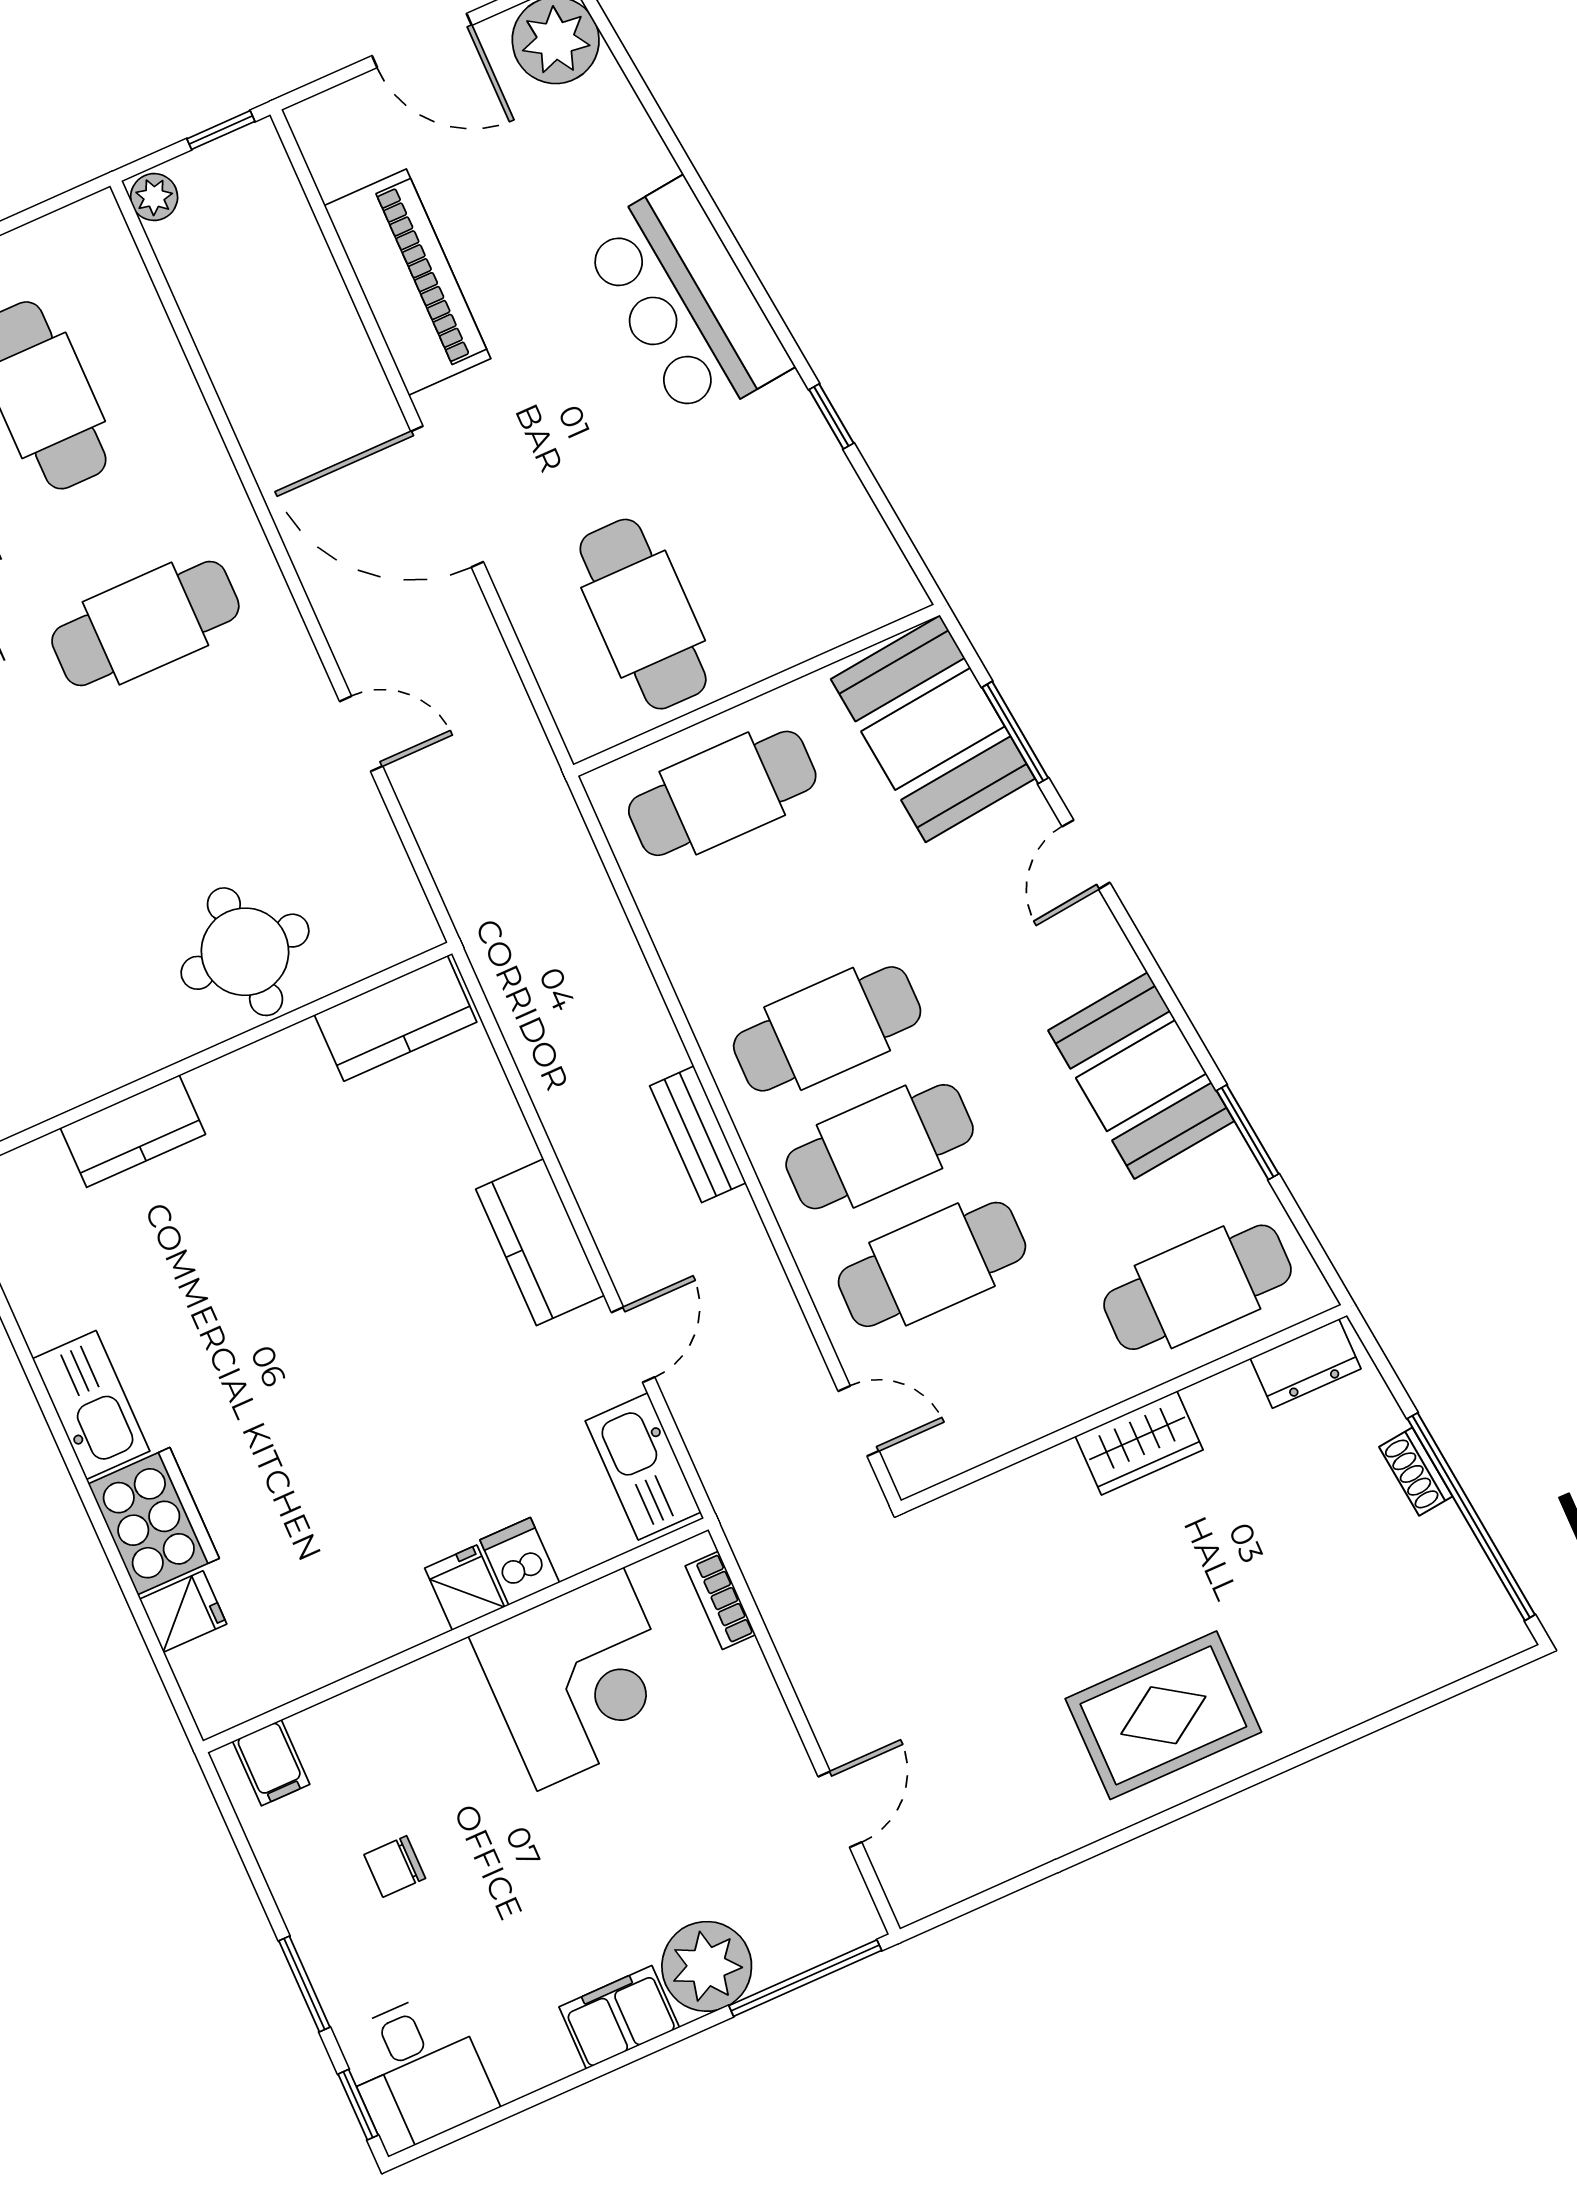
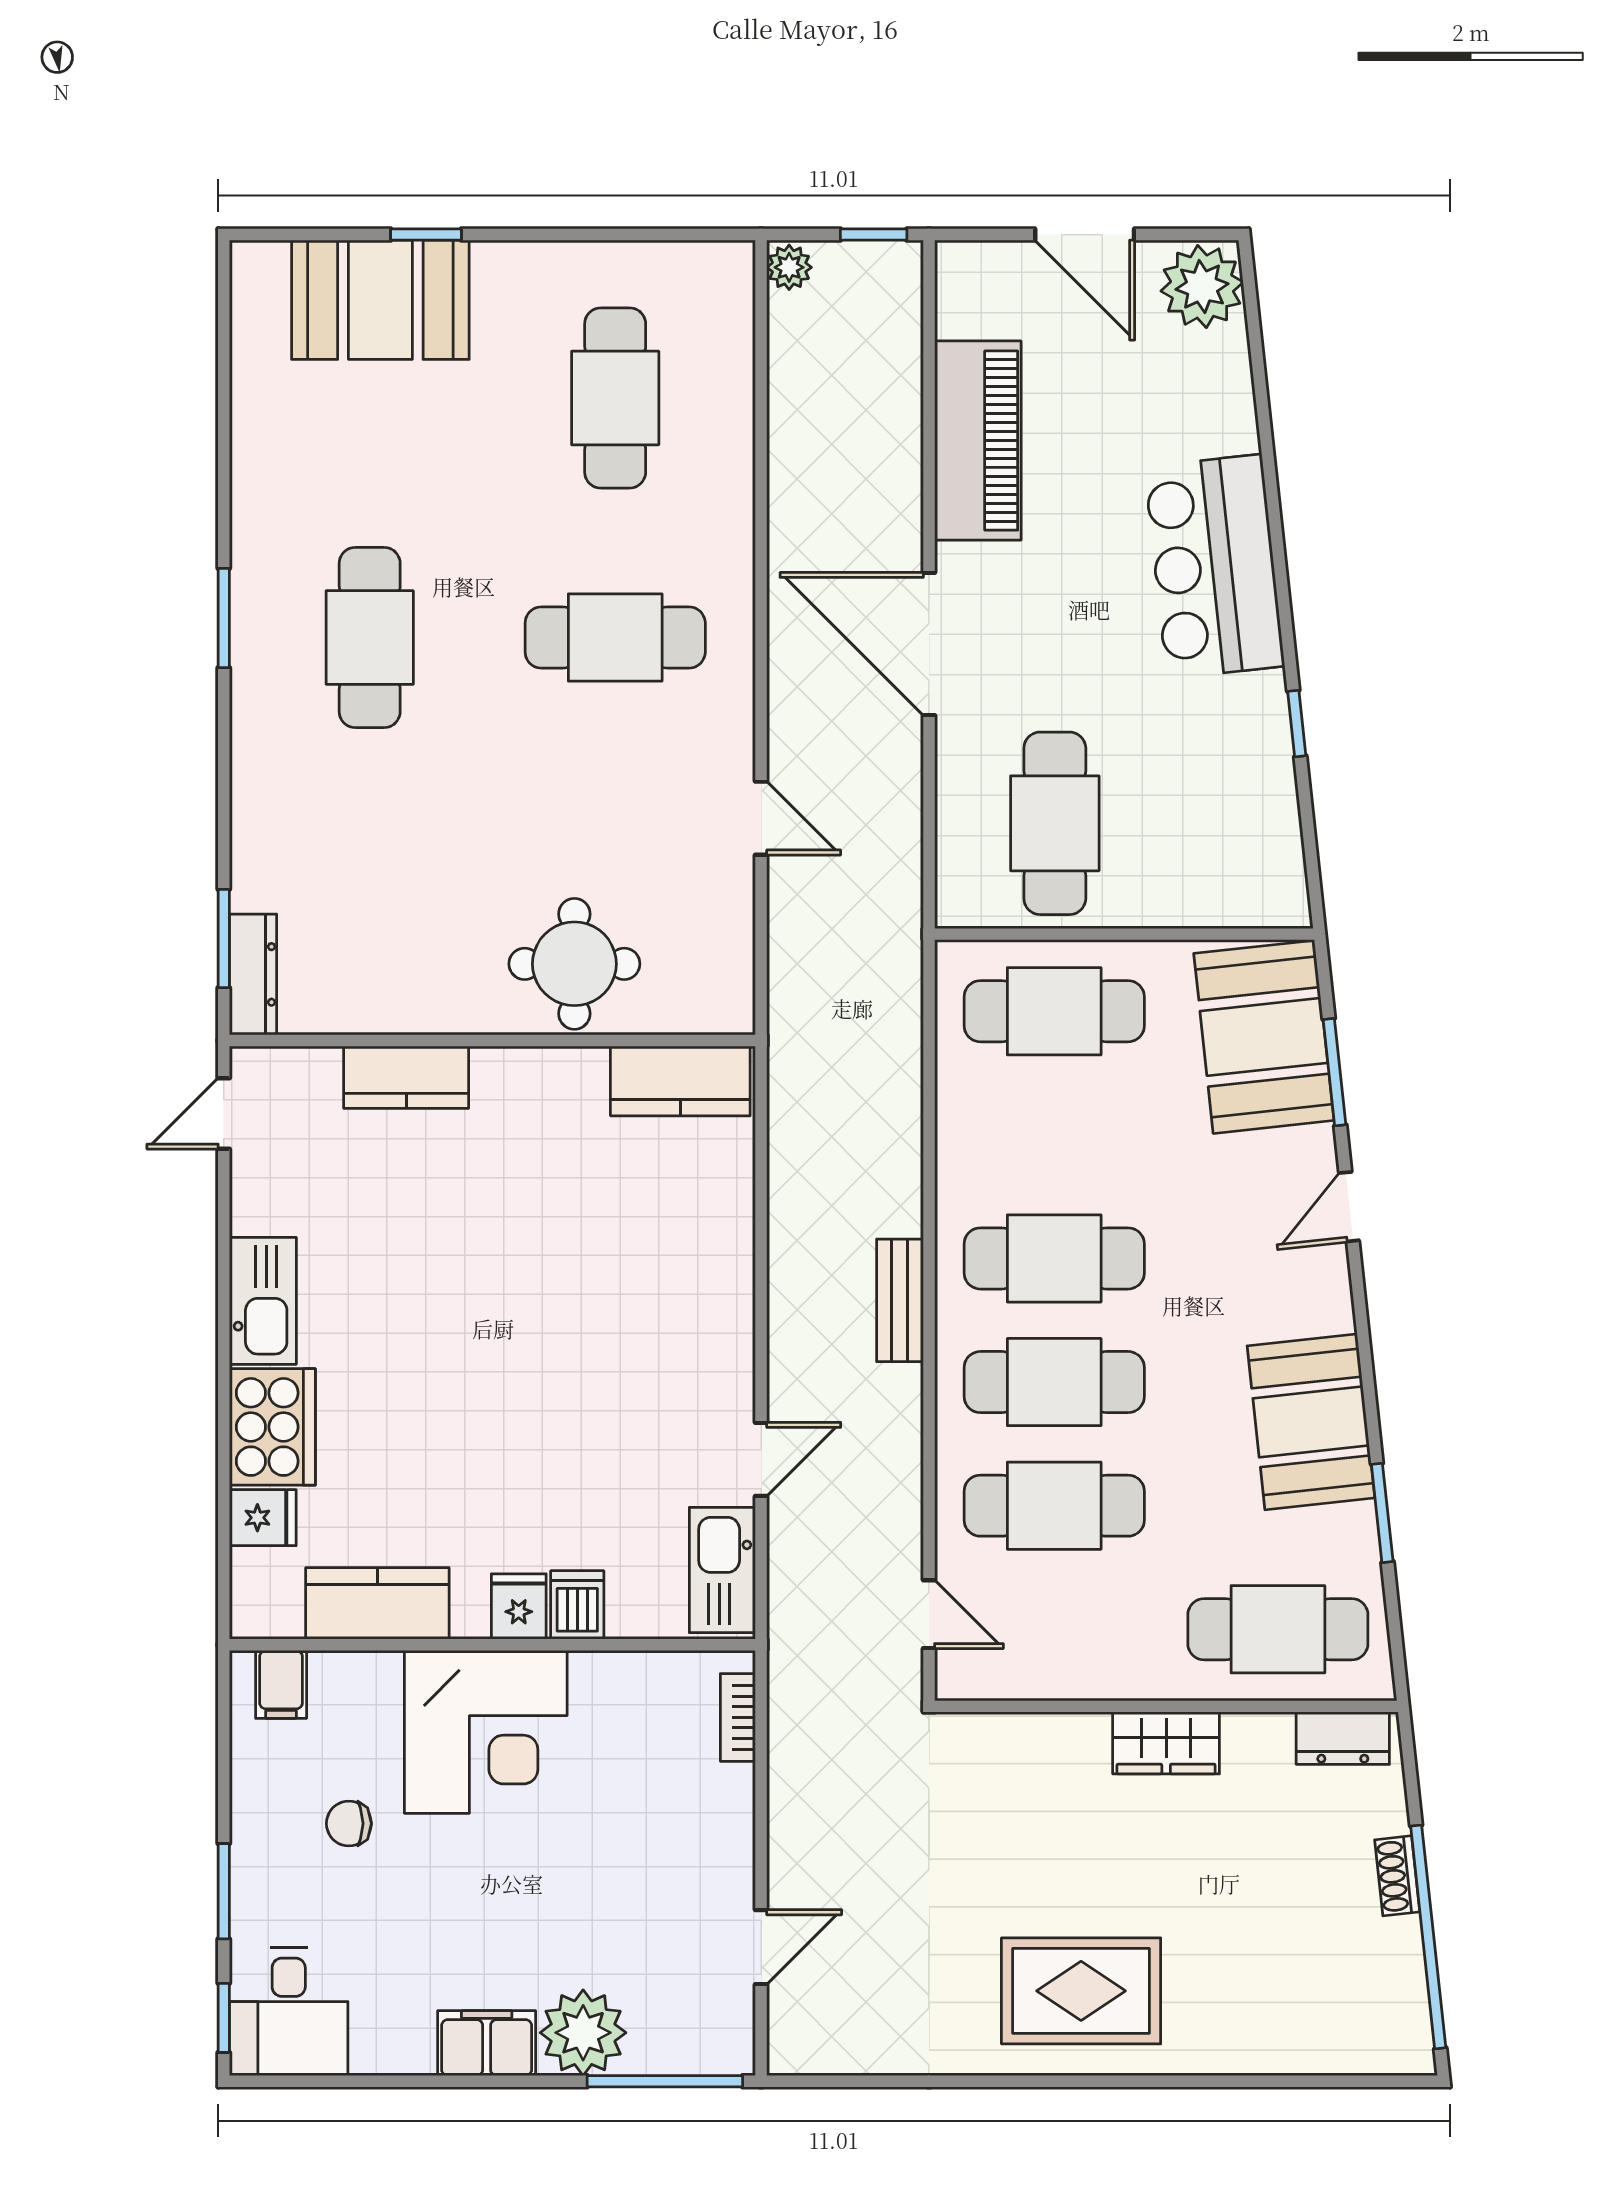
kitchen counter: (540, 1242) -> (377, 1603), moved, turned 90
corner desk: (580, 1679) -> (486, 1732), moved

